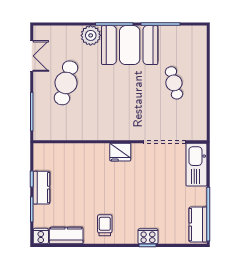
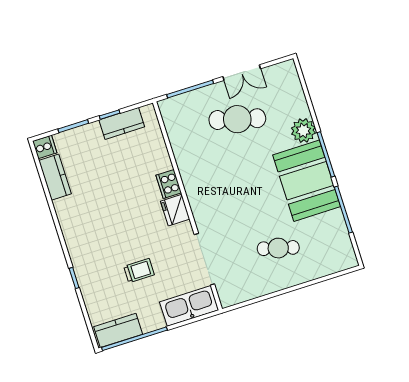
double door: (32, 56) -> (242, 73), moved
cafe table: (174, 83) -> (278, 248), turned 30
kitchen counter: (41, 188) -> (122, 123), moved
trolley: (105, 225) -> (139, 271), moved
cooker: (148, 236) -> (169, 184), moved, turned 180

